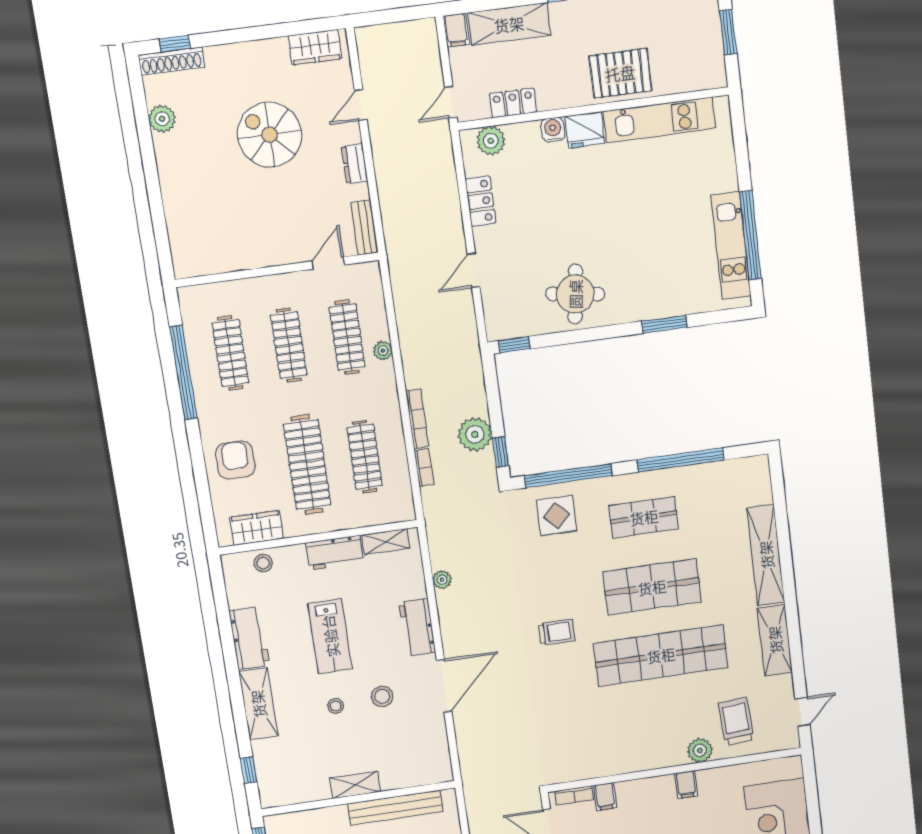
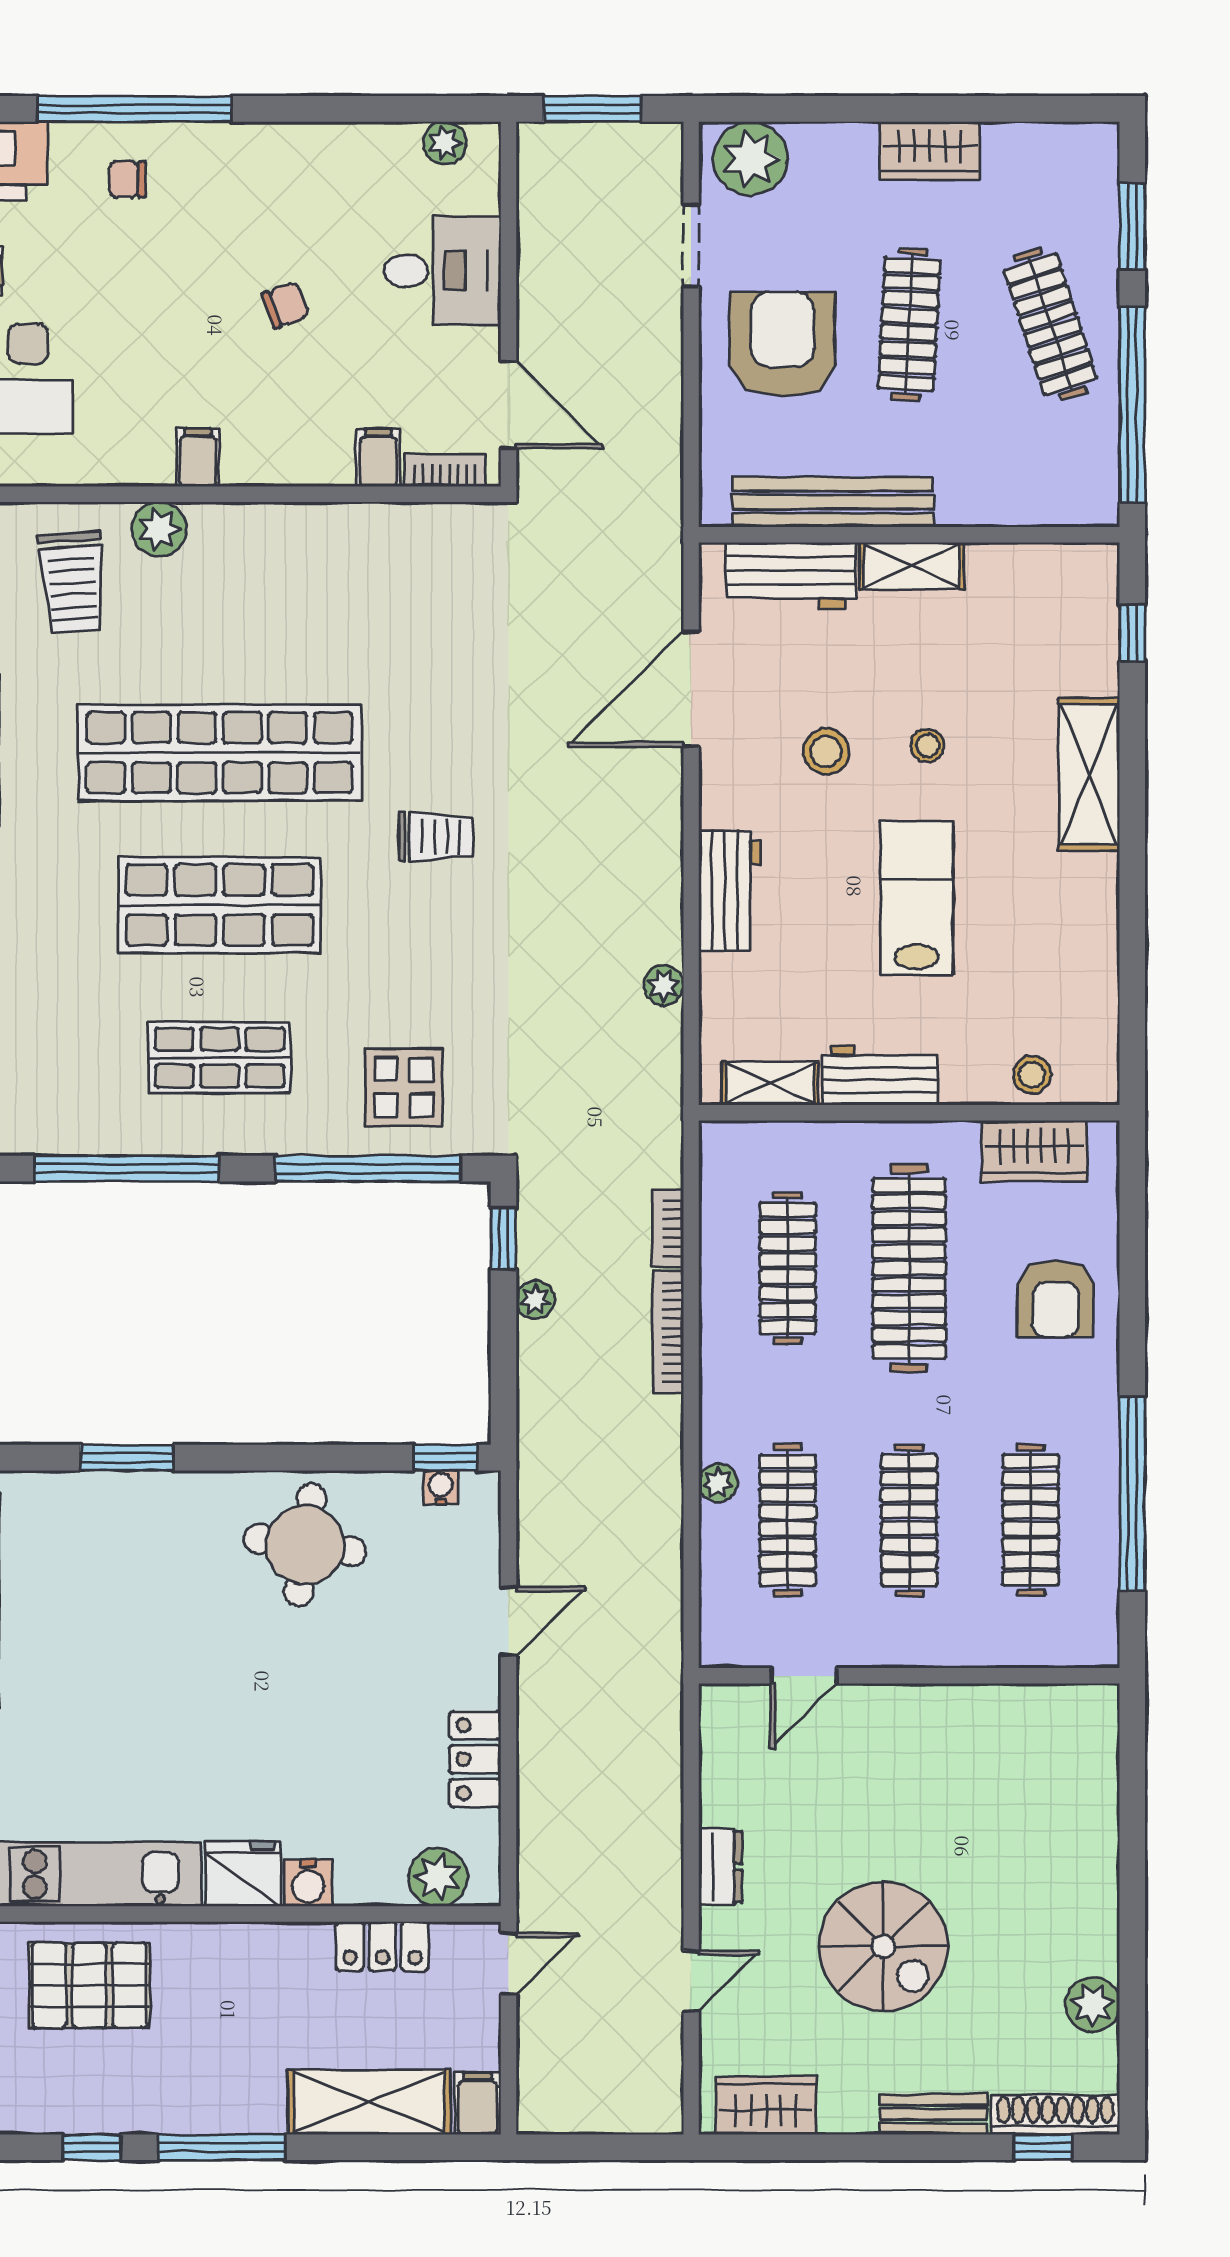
pallet: (620, 73) -> (89, 1985), moved
bench: (365, 228) -> (933, 2114), moved, turned 90
water cooler: (515, 330) -> (441, 1487), added
plant: (475, 434) -> (535, 1300), width x0.53, depth x0.53
trolley: (557, 632) -> (436, 837), turned 180
workbench: (249, 638) -> (791, 576), moved, turned -90
door: (444, 686) -> (691, 689), moved

